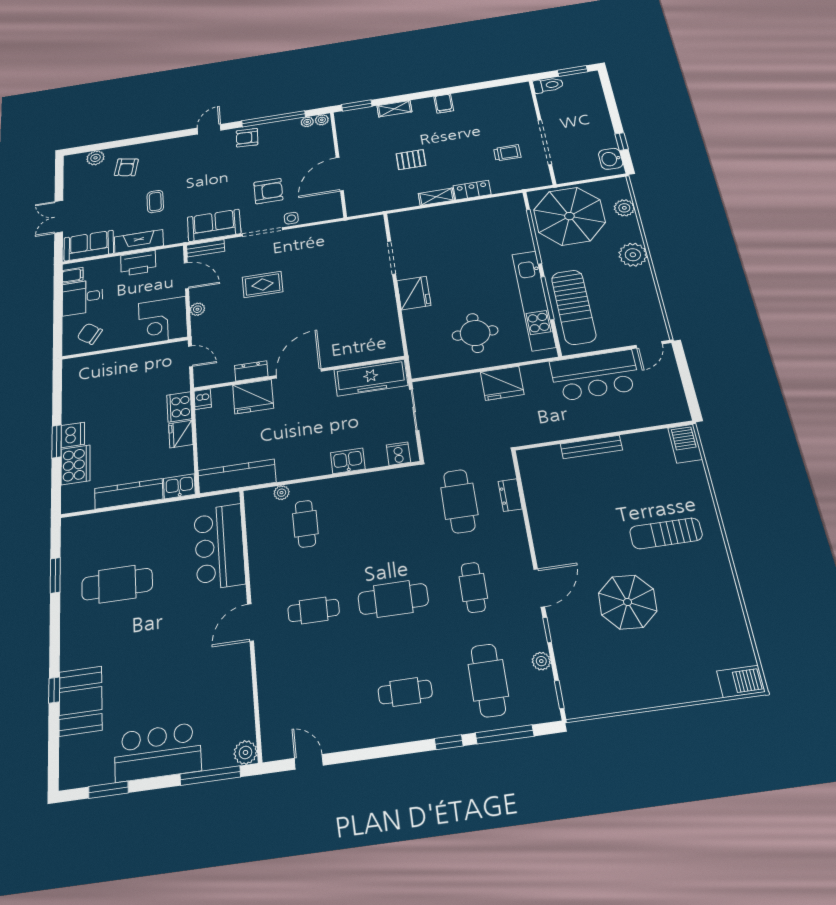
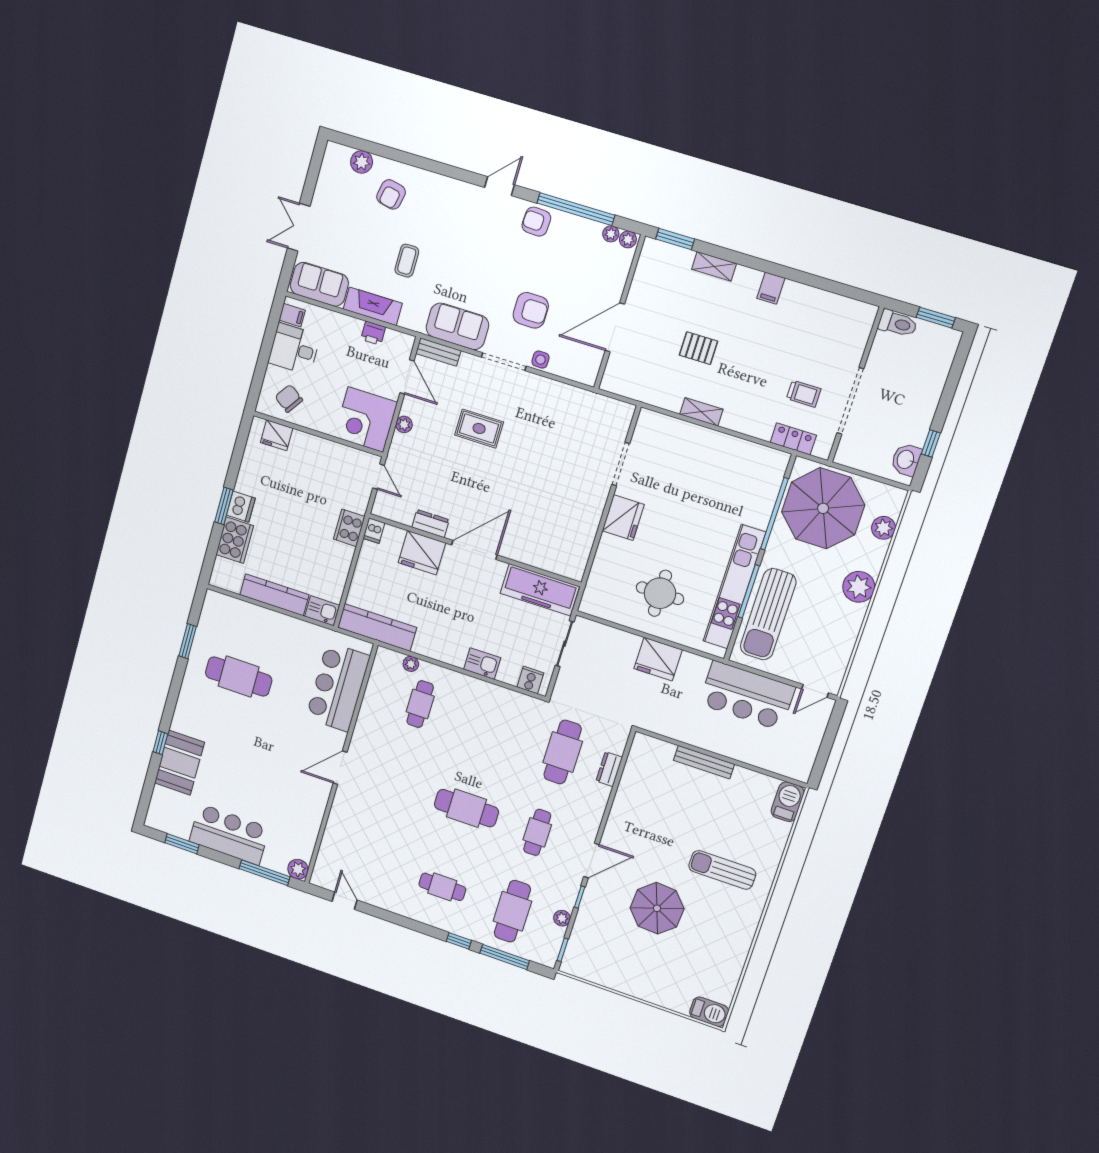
locker: (472, 190) -> (793, 439), moved
printer: (138, 263) -> (373, 333), width x0.53, depth x0.68
fridge: (181, 434) -> (277, 435), moved, turned -90
cafe table: (314, 610) -> (396, 784), removed

